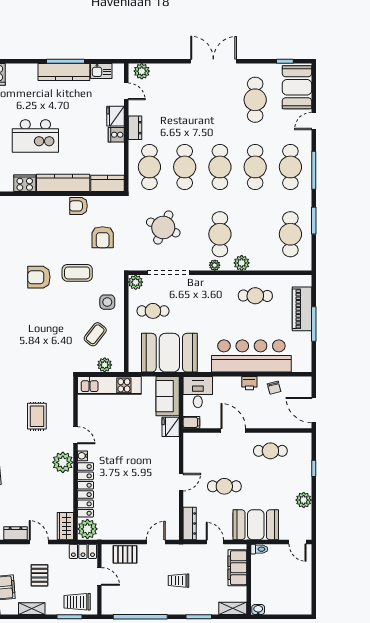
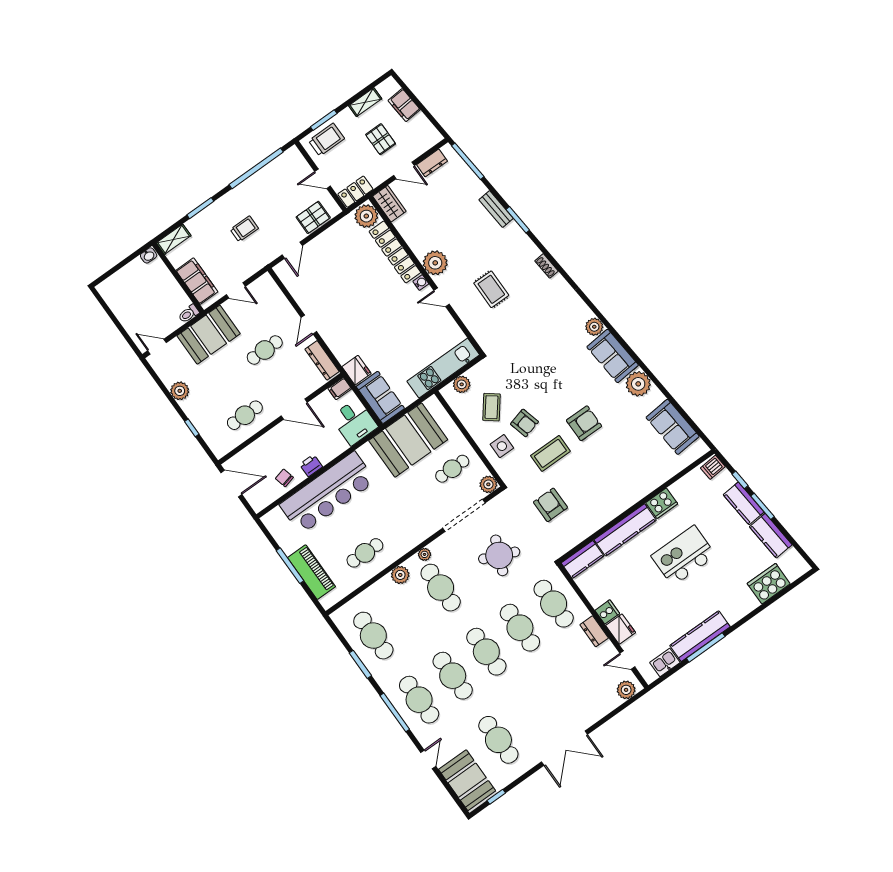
armchair: (78, 206) -> (524, 423), moved, turned 75
dresser: (190, 523) -> (322, 360), moved

